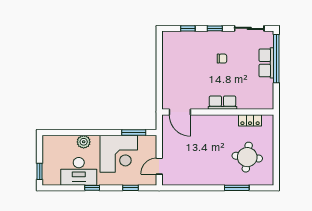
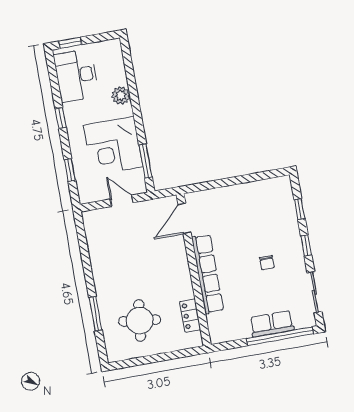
row of seats: (222, 103) -> (207, 274), width x2.02
door: (159, 166) -> (122, 201), moved
desk: (79, 171) -> (76, 76), moved

